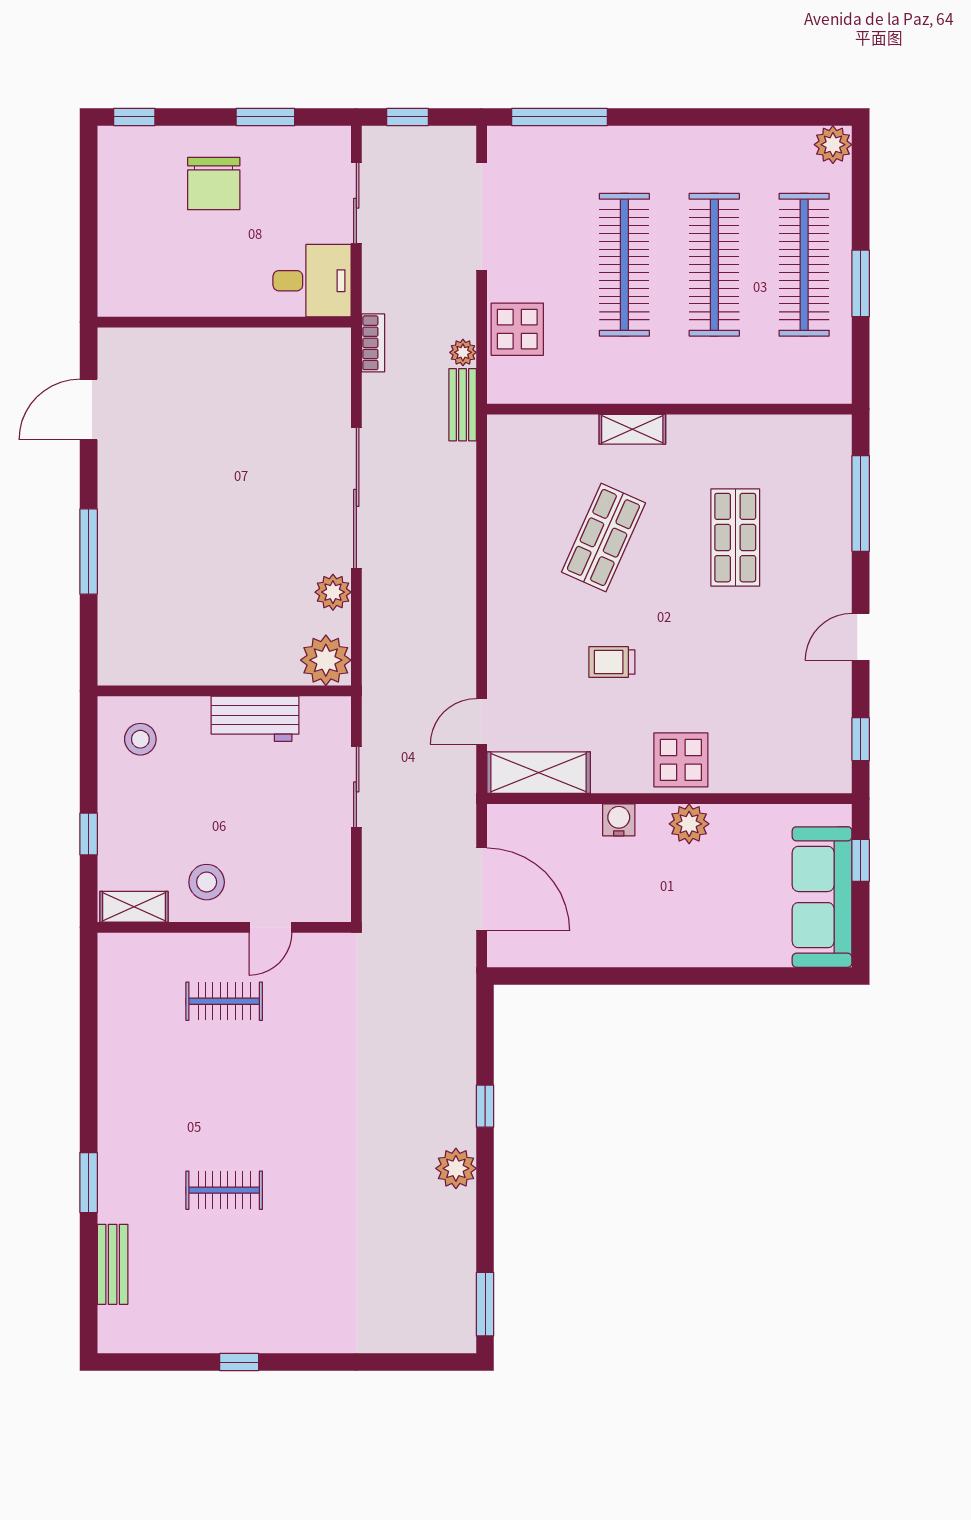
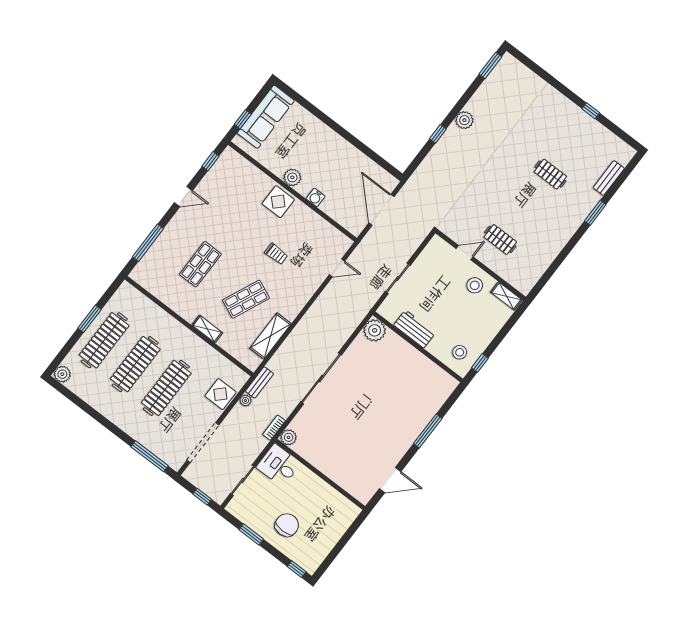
plant: (333, 592) -> (289, 437), moved
shelving: (539, 773) -> (270, 336), moved, turned 90
window: (89, 834) -> (480, 363), moved

